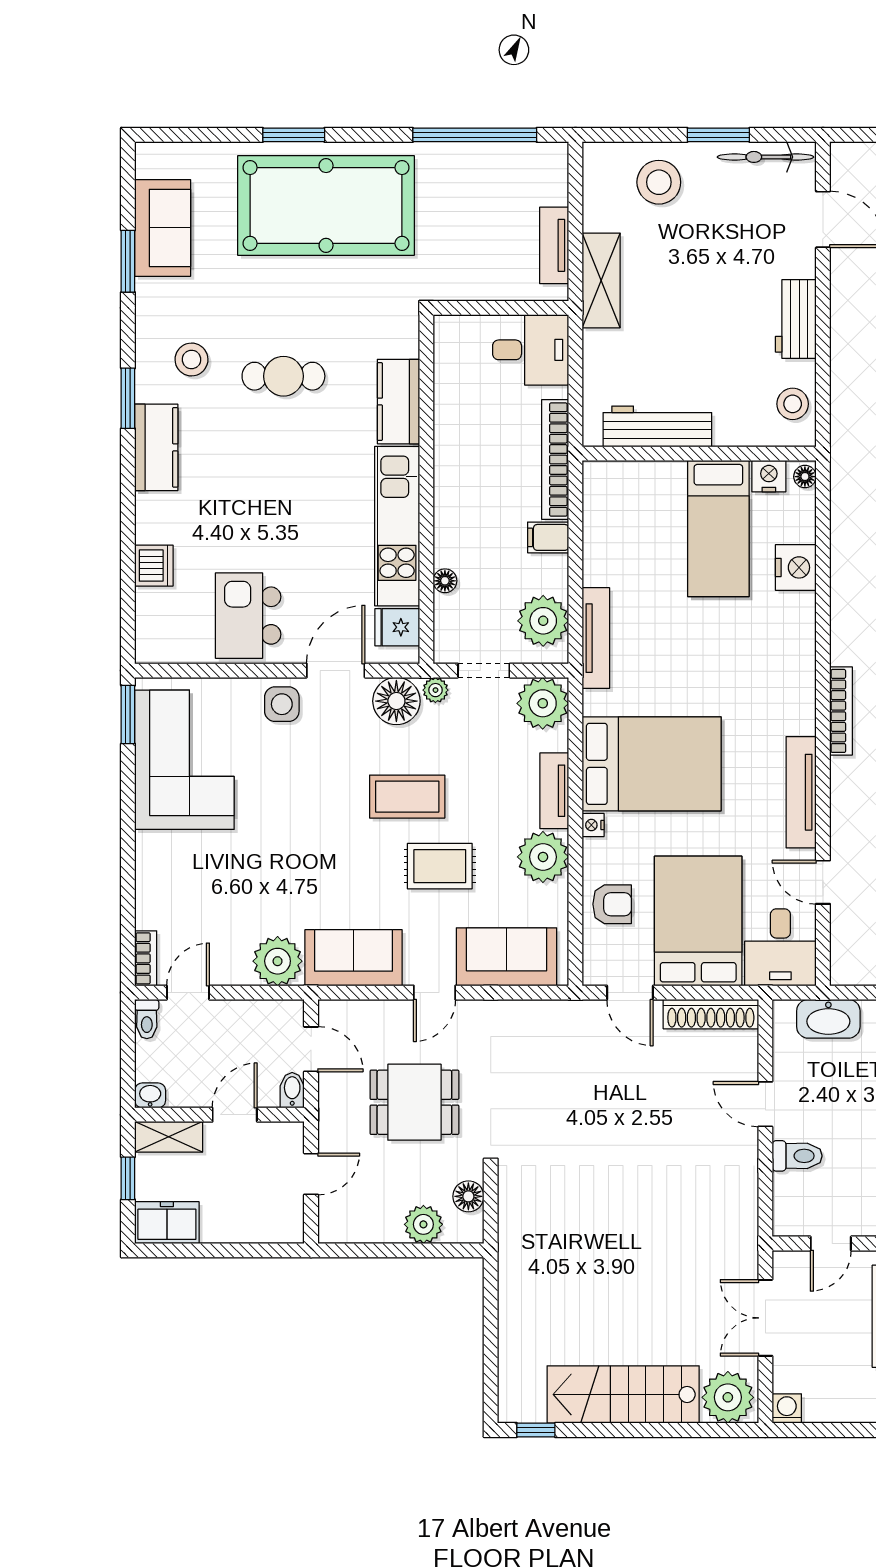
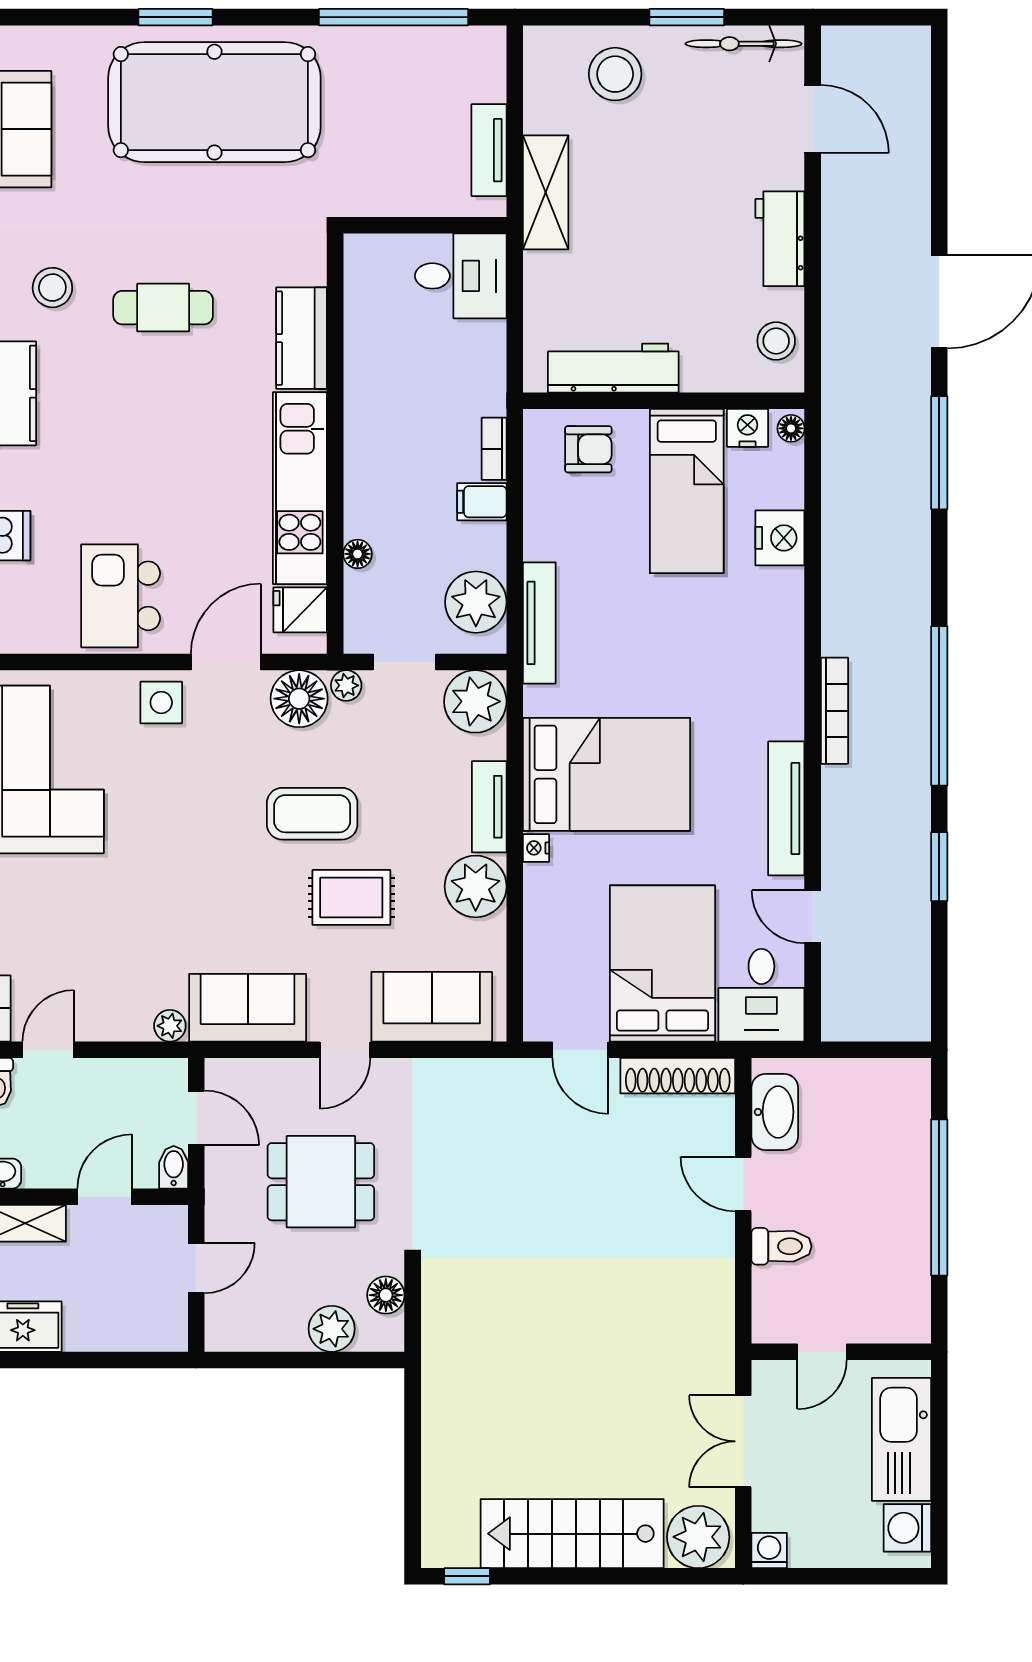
bookcase: (555, 460) -> (494, 449), width x0.43, depth x0.76
armchair: (612, 904) -> (588, 449), moved
plant: (278, 961) -> (170, 1026), width x0.53, depth x0.53
washbasin: (828, 1019) -> (775, 1112), moved, turned -90

